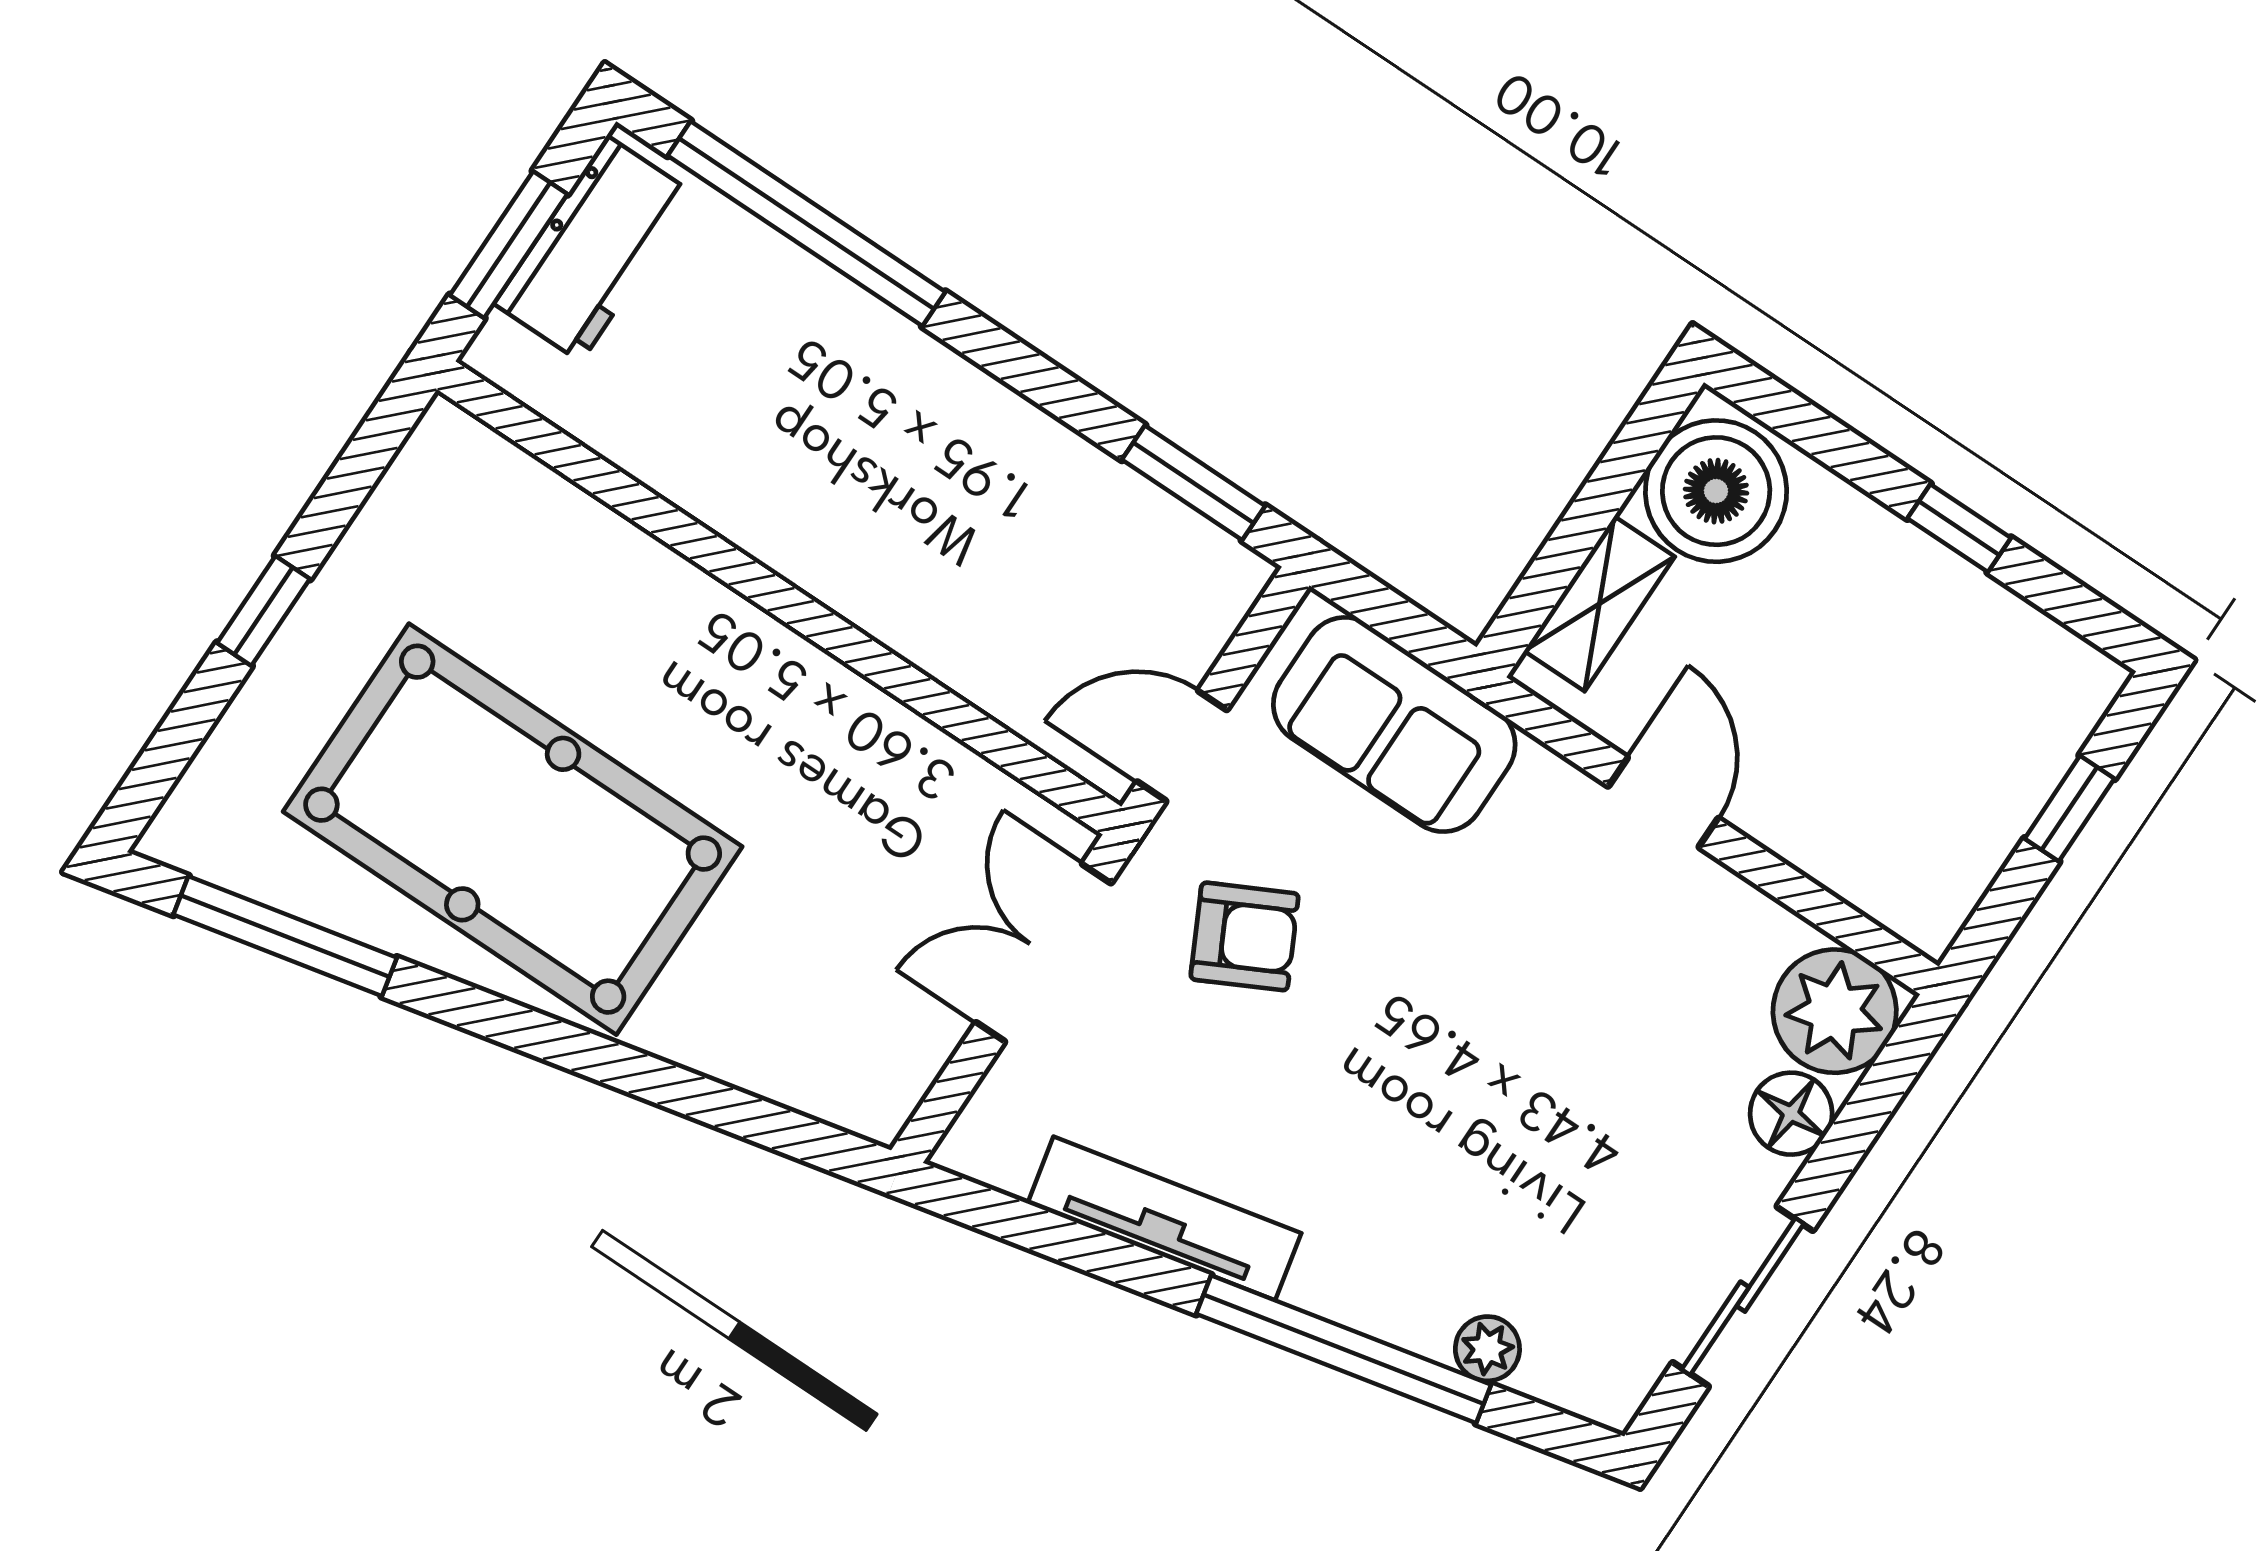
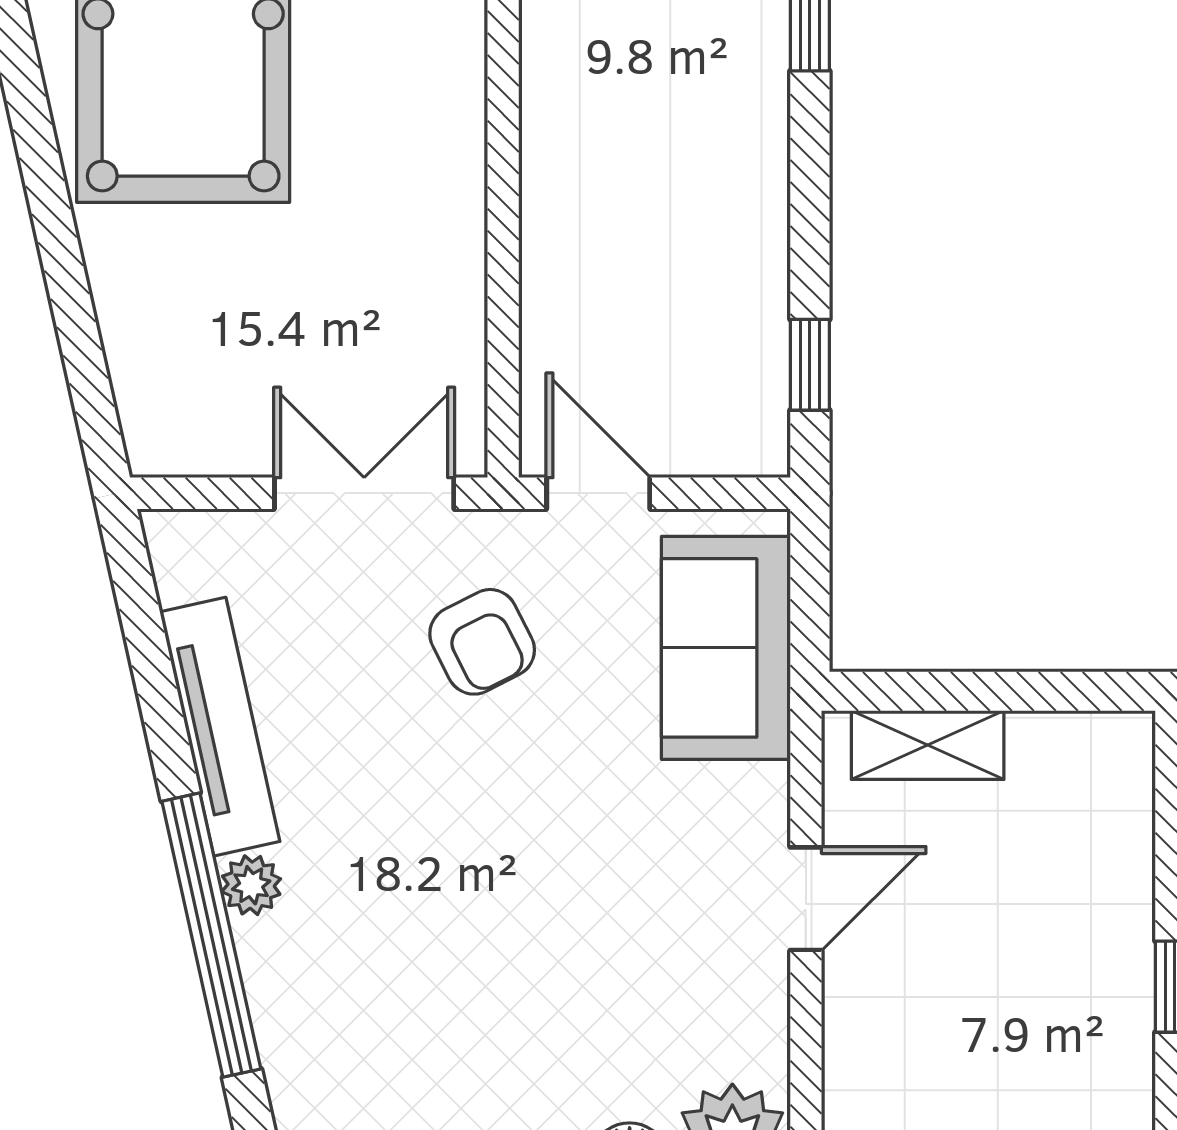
window: (1194, 483) -> (810, 365), width x0.67
boiler: (1716, 491) -> (1077, 777), removed
plant: (1487, 1349) -> (251, 885), moved

